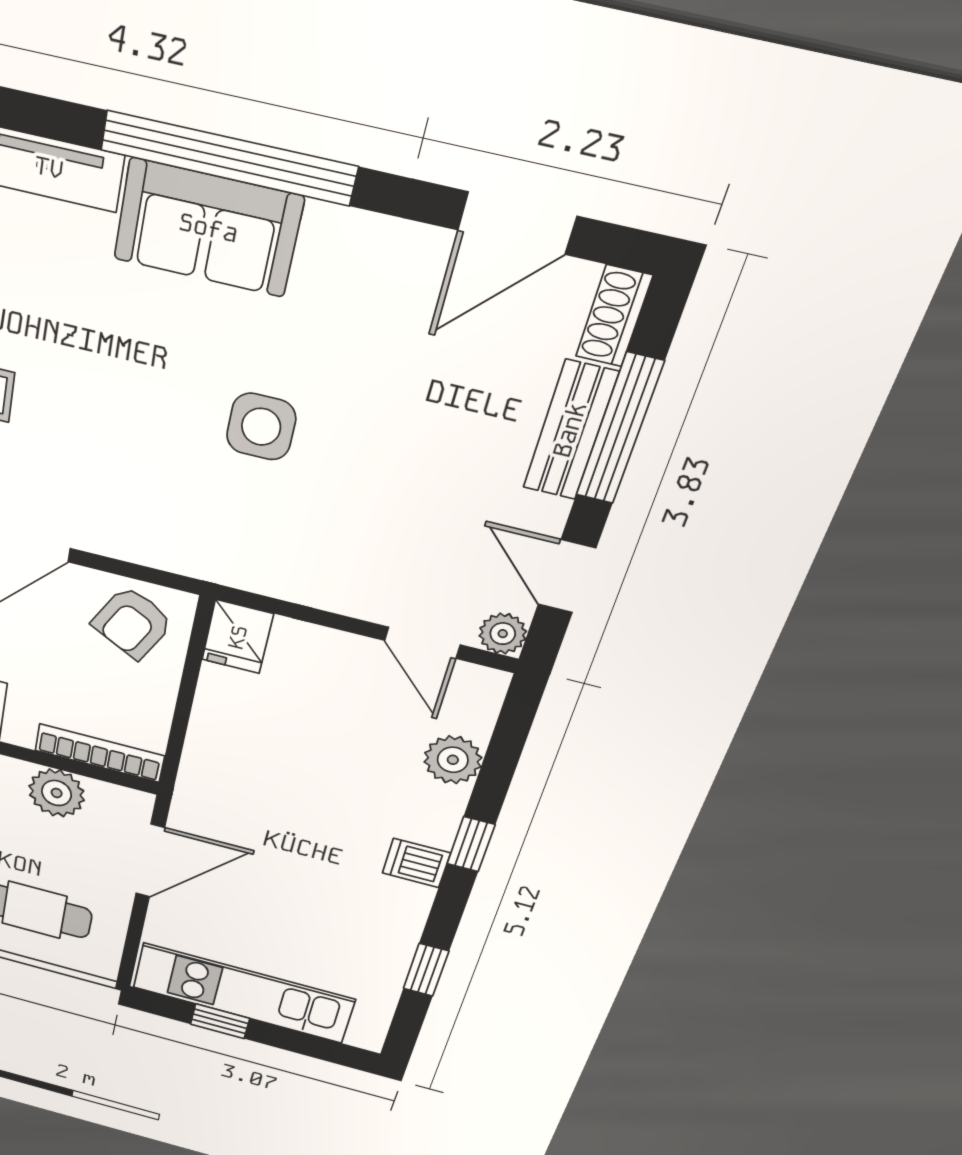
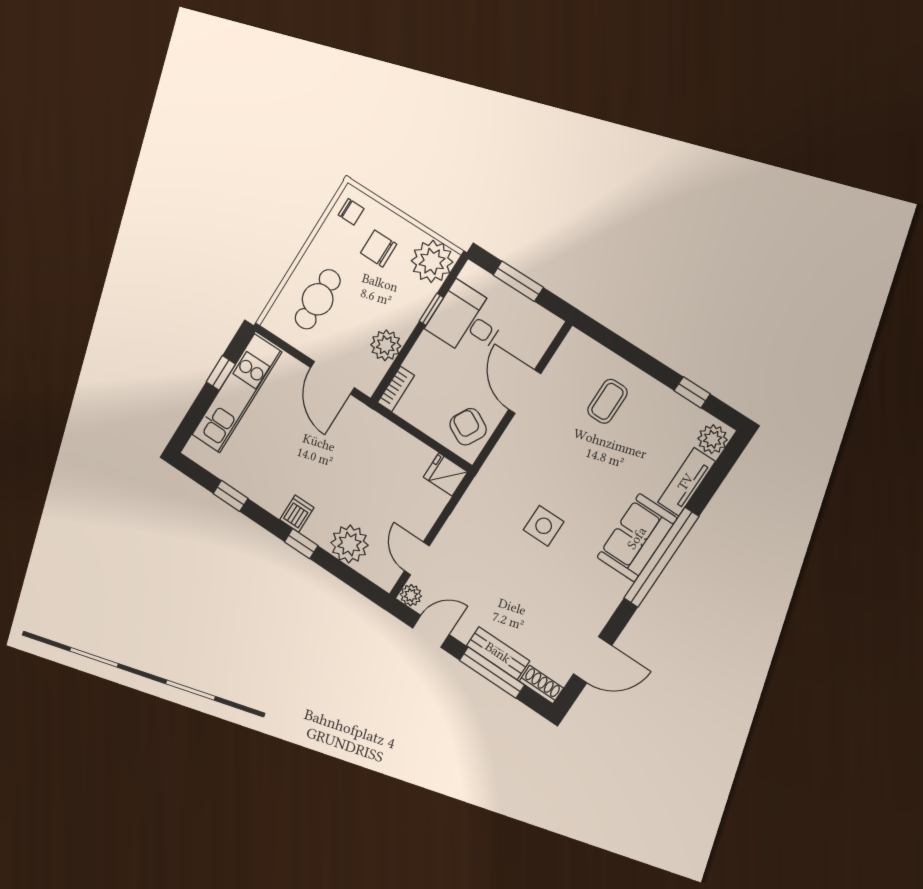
door: (517, 223) -> (593, 660), swing flipped
door: (422, 643) -> (417, 558), hinge flipped
bookcase: (99, 753) -> (396, 389), width x0.64
plant: (453, 760) -> (349, 544), width x1.36, depth x1.36

